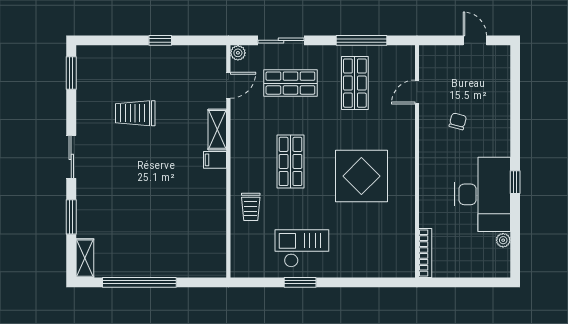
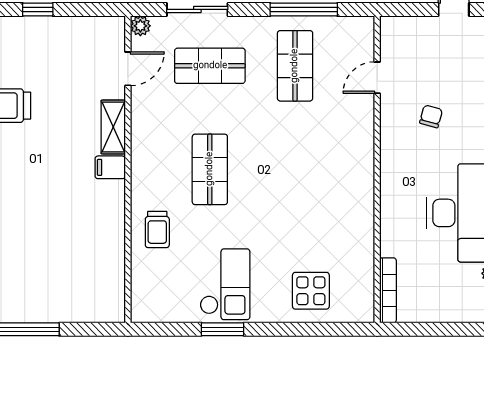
display table: (361, 176) -> (311, 291), moved, width x0.54, depth x0.54
checkout: (302, 248) -> (225, 284), turned 90

